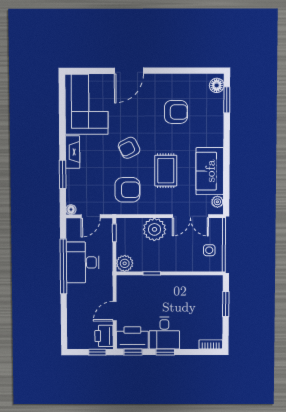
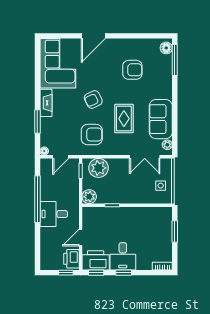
window: (227, 100) -> (175, 60), width x1.44
plant: (154, 229) -> (99, 168), moved
desk: (83, 262) -> (54, 214), moved, width x0.73

